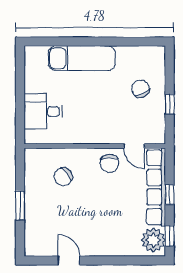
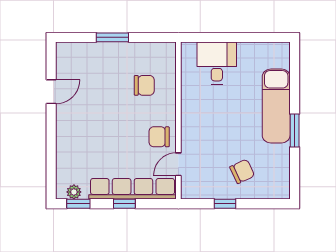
window: (104, 42) -> (295, 131), added
chair: (63, 177) -> (144, 85), turned 129
plant: (153, 240) -> (74, 192), width x0.53, depth x0.53

